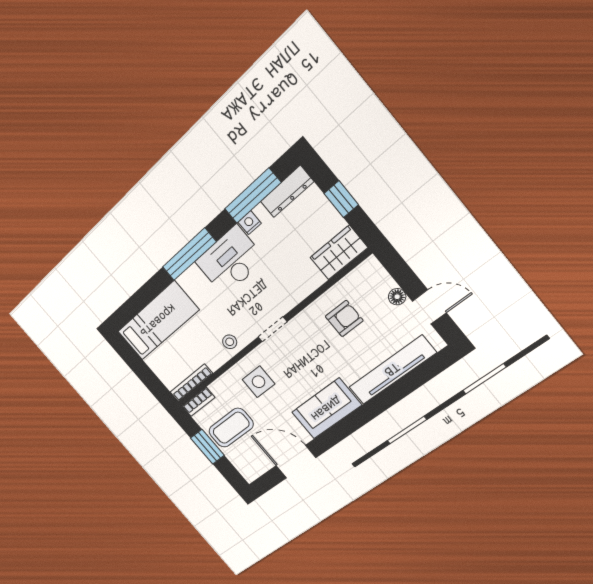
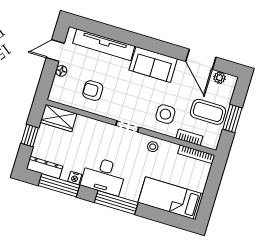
door: (429, 307) -> (55, 51), hinge flipped
bookcase: (199, 402) -> (189, 137), moved
plant: (261, 466) -> (220, 78), added

